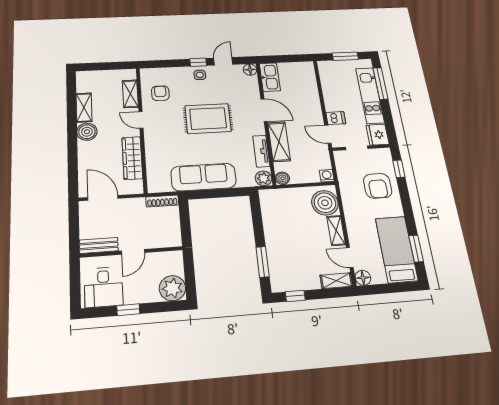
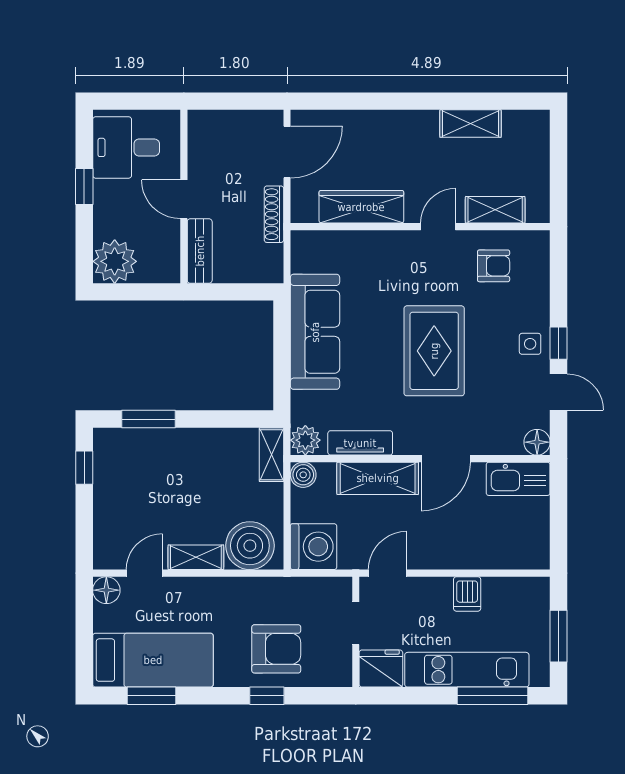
dishwasher: (336, 118) -> (467, 594), moved
boiler: (87, 132) -> (420, 128), removed
window: (399, 169) -> (267, 696), moved
washing machine: (327, 176) -> (314, 547), width x1.89, depth x1.89
armchair: (378, 186) -> (276, 649), turned 180
shoe rack: (162, 201) -> (274, 214), moved
bench: (99, 245) -> (200, 251), moved
shelving: (336, 281) -> (271, 455), moved

